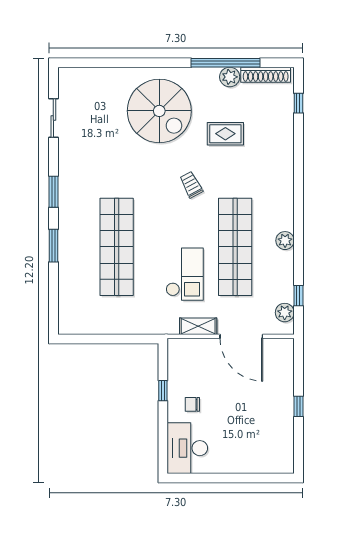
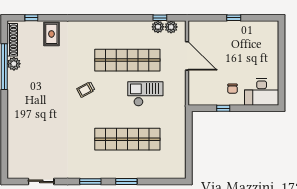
spiral stairs: (159, 111) -> (37, 111), removed
rug: (225, 134) -> (51, 34), moved
plant: (285, 241) -> (158, 27), moved
shelving: (198, 326) -> (180, 85), removed
door: (241, 336) -> (187, 56), hinge flipped

